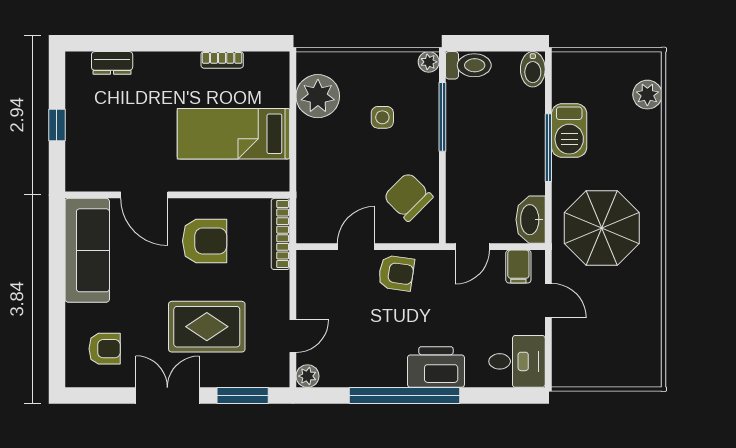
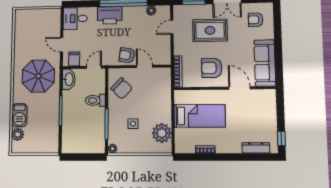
dresser: (112, 63) -> (256, 148), width x1.44
toilet: (468, 65) -> (95, 100), moved
bidet: (533, 69) -> (67, 145), removed
window: (57, 125) -> (281, 138), moved
barbecue: (569, 130) -> (19, 115), moved, turned 180
door: (356, 247) -> (144, 66), swing flipped
plant: (307, 376) -> (151, 11), moved

